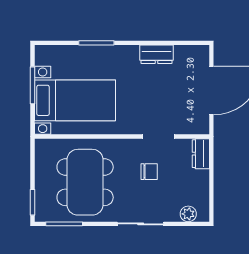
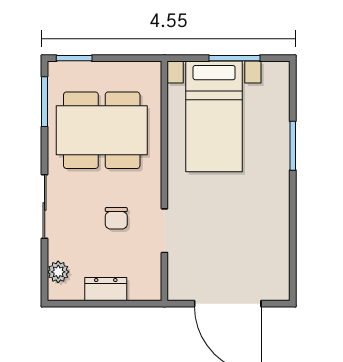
dresser: (156, 54) -> (277, 228), removed
dresser: (201, 154) -> (106, 289), moved

